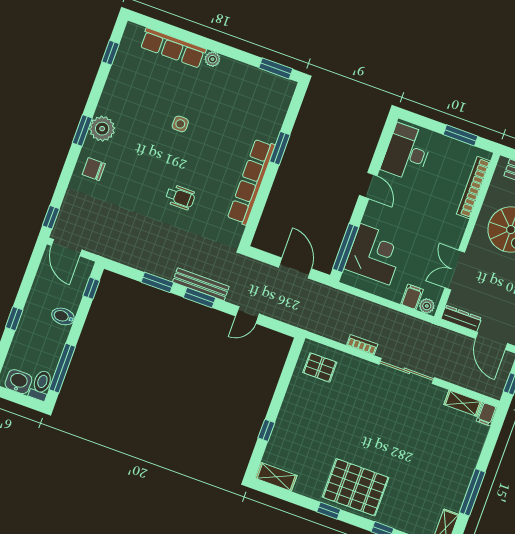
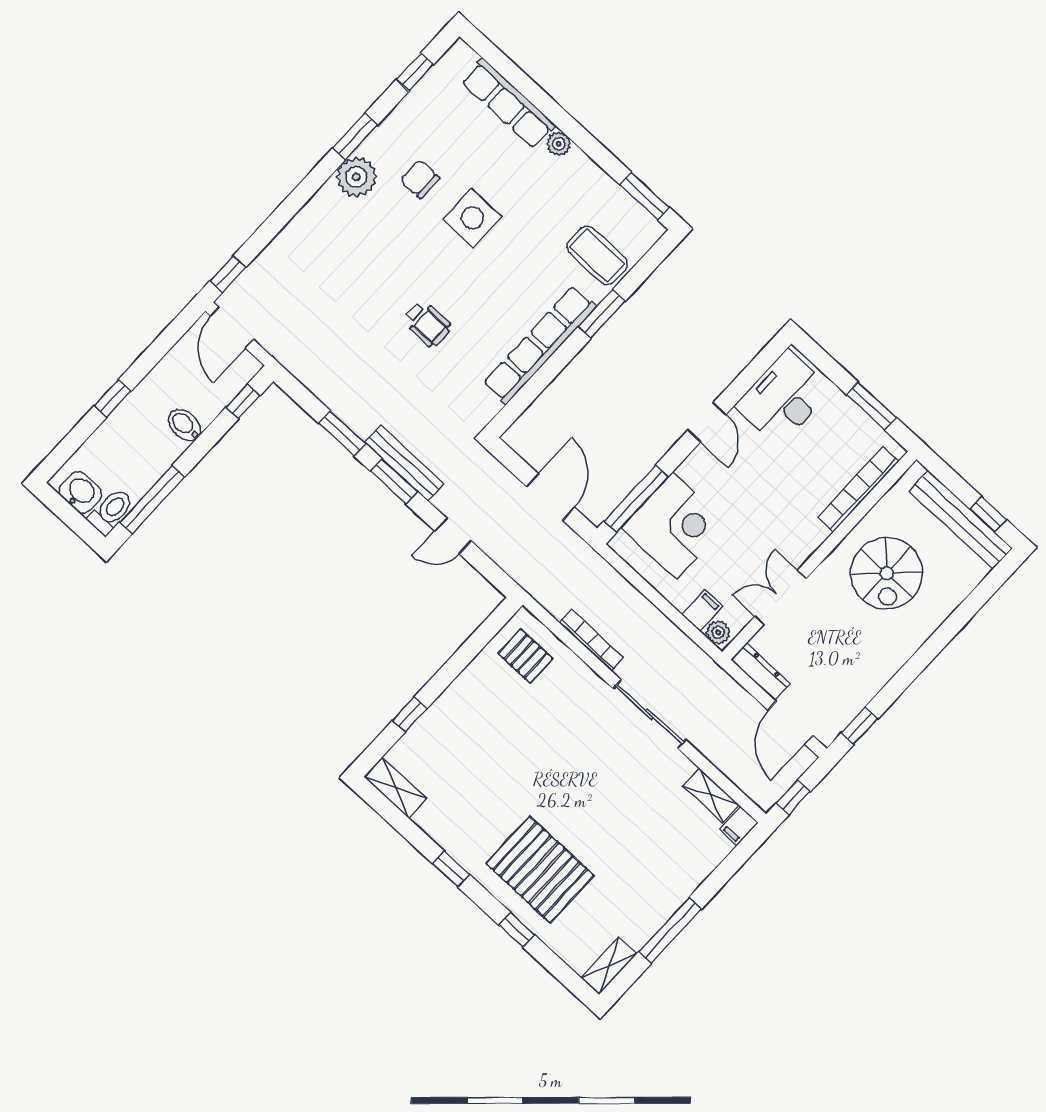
coffee table: (263, 115) -> (597, 255), added
side table: (180, 124) -> (472, 218), width x1.87, depth x1.87
window: (82, 130) -> (355, 137), moved
chair: (94, 169) -> (420, 179), moved
bookcase: (362, 345) -> (591, 640), width x1.56
pallet: (356, 487) -> (540, 869), moved

